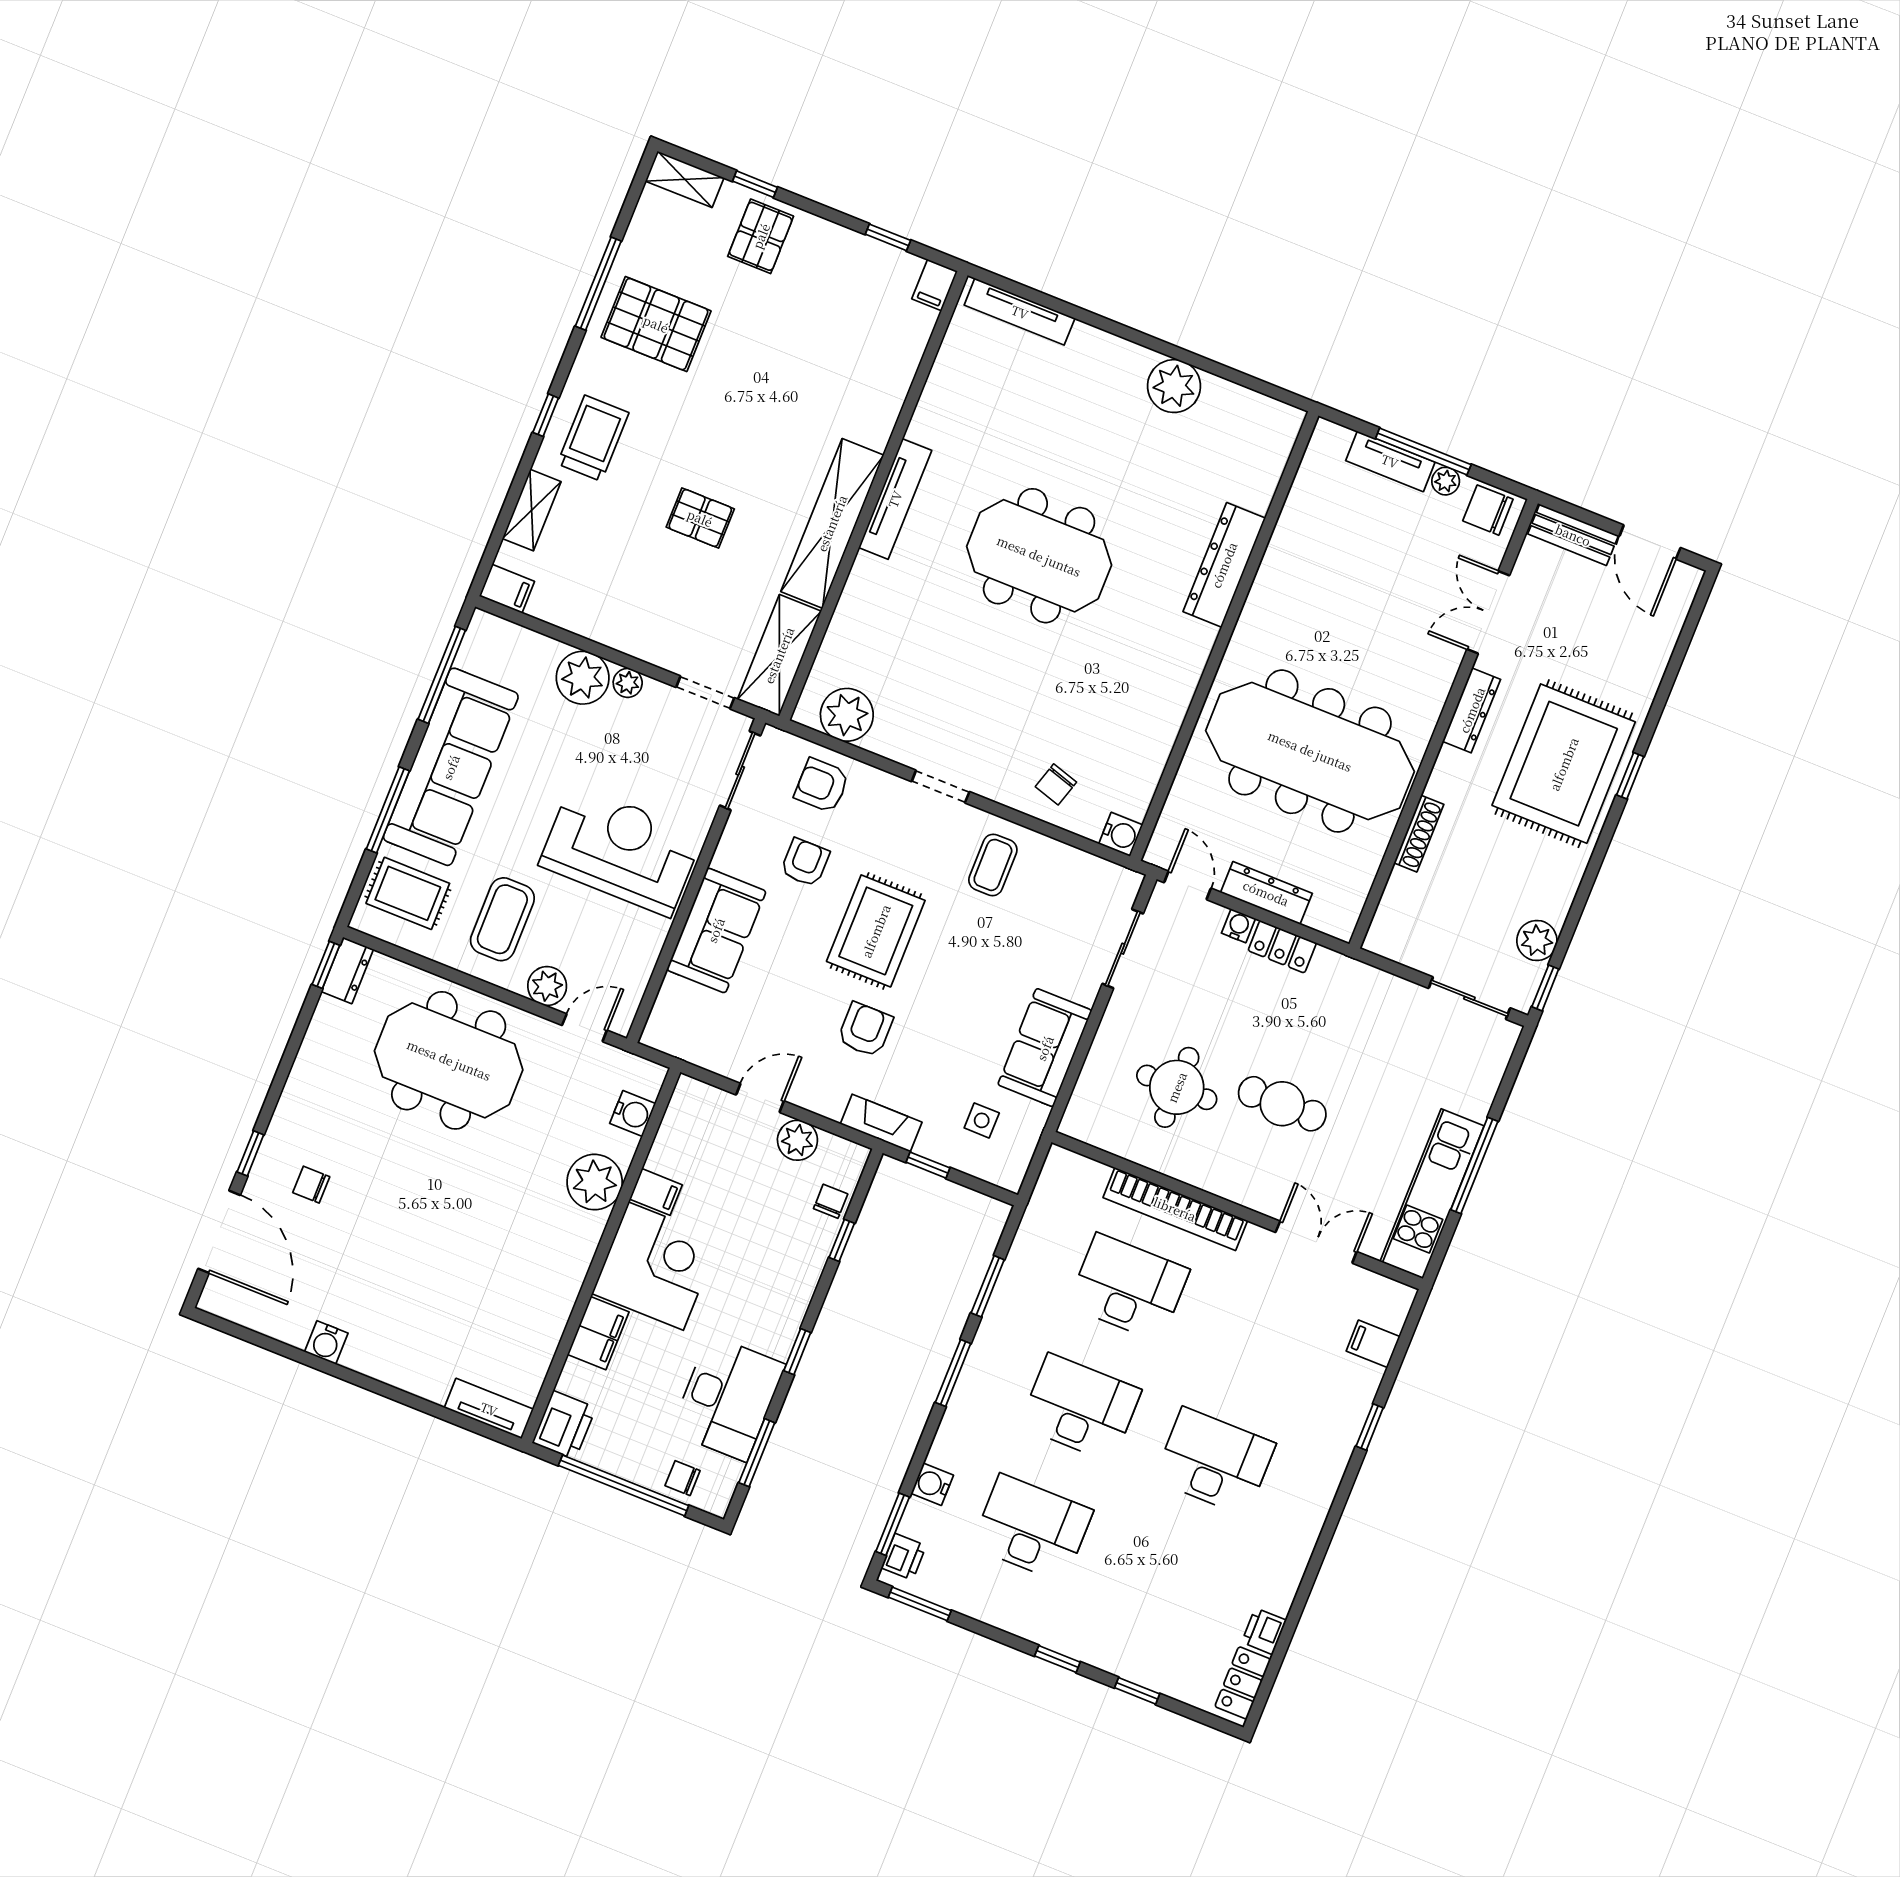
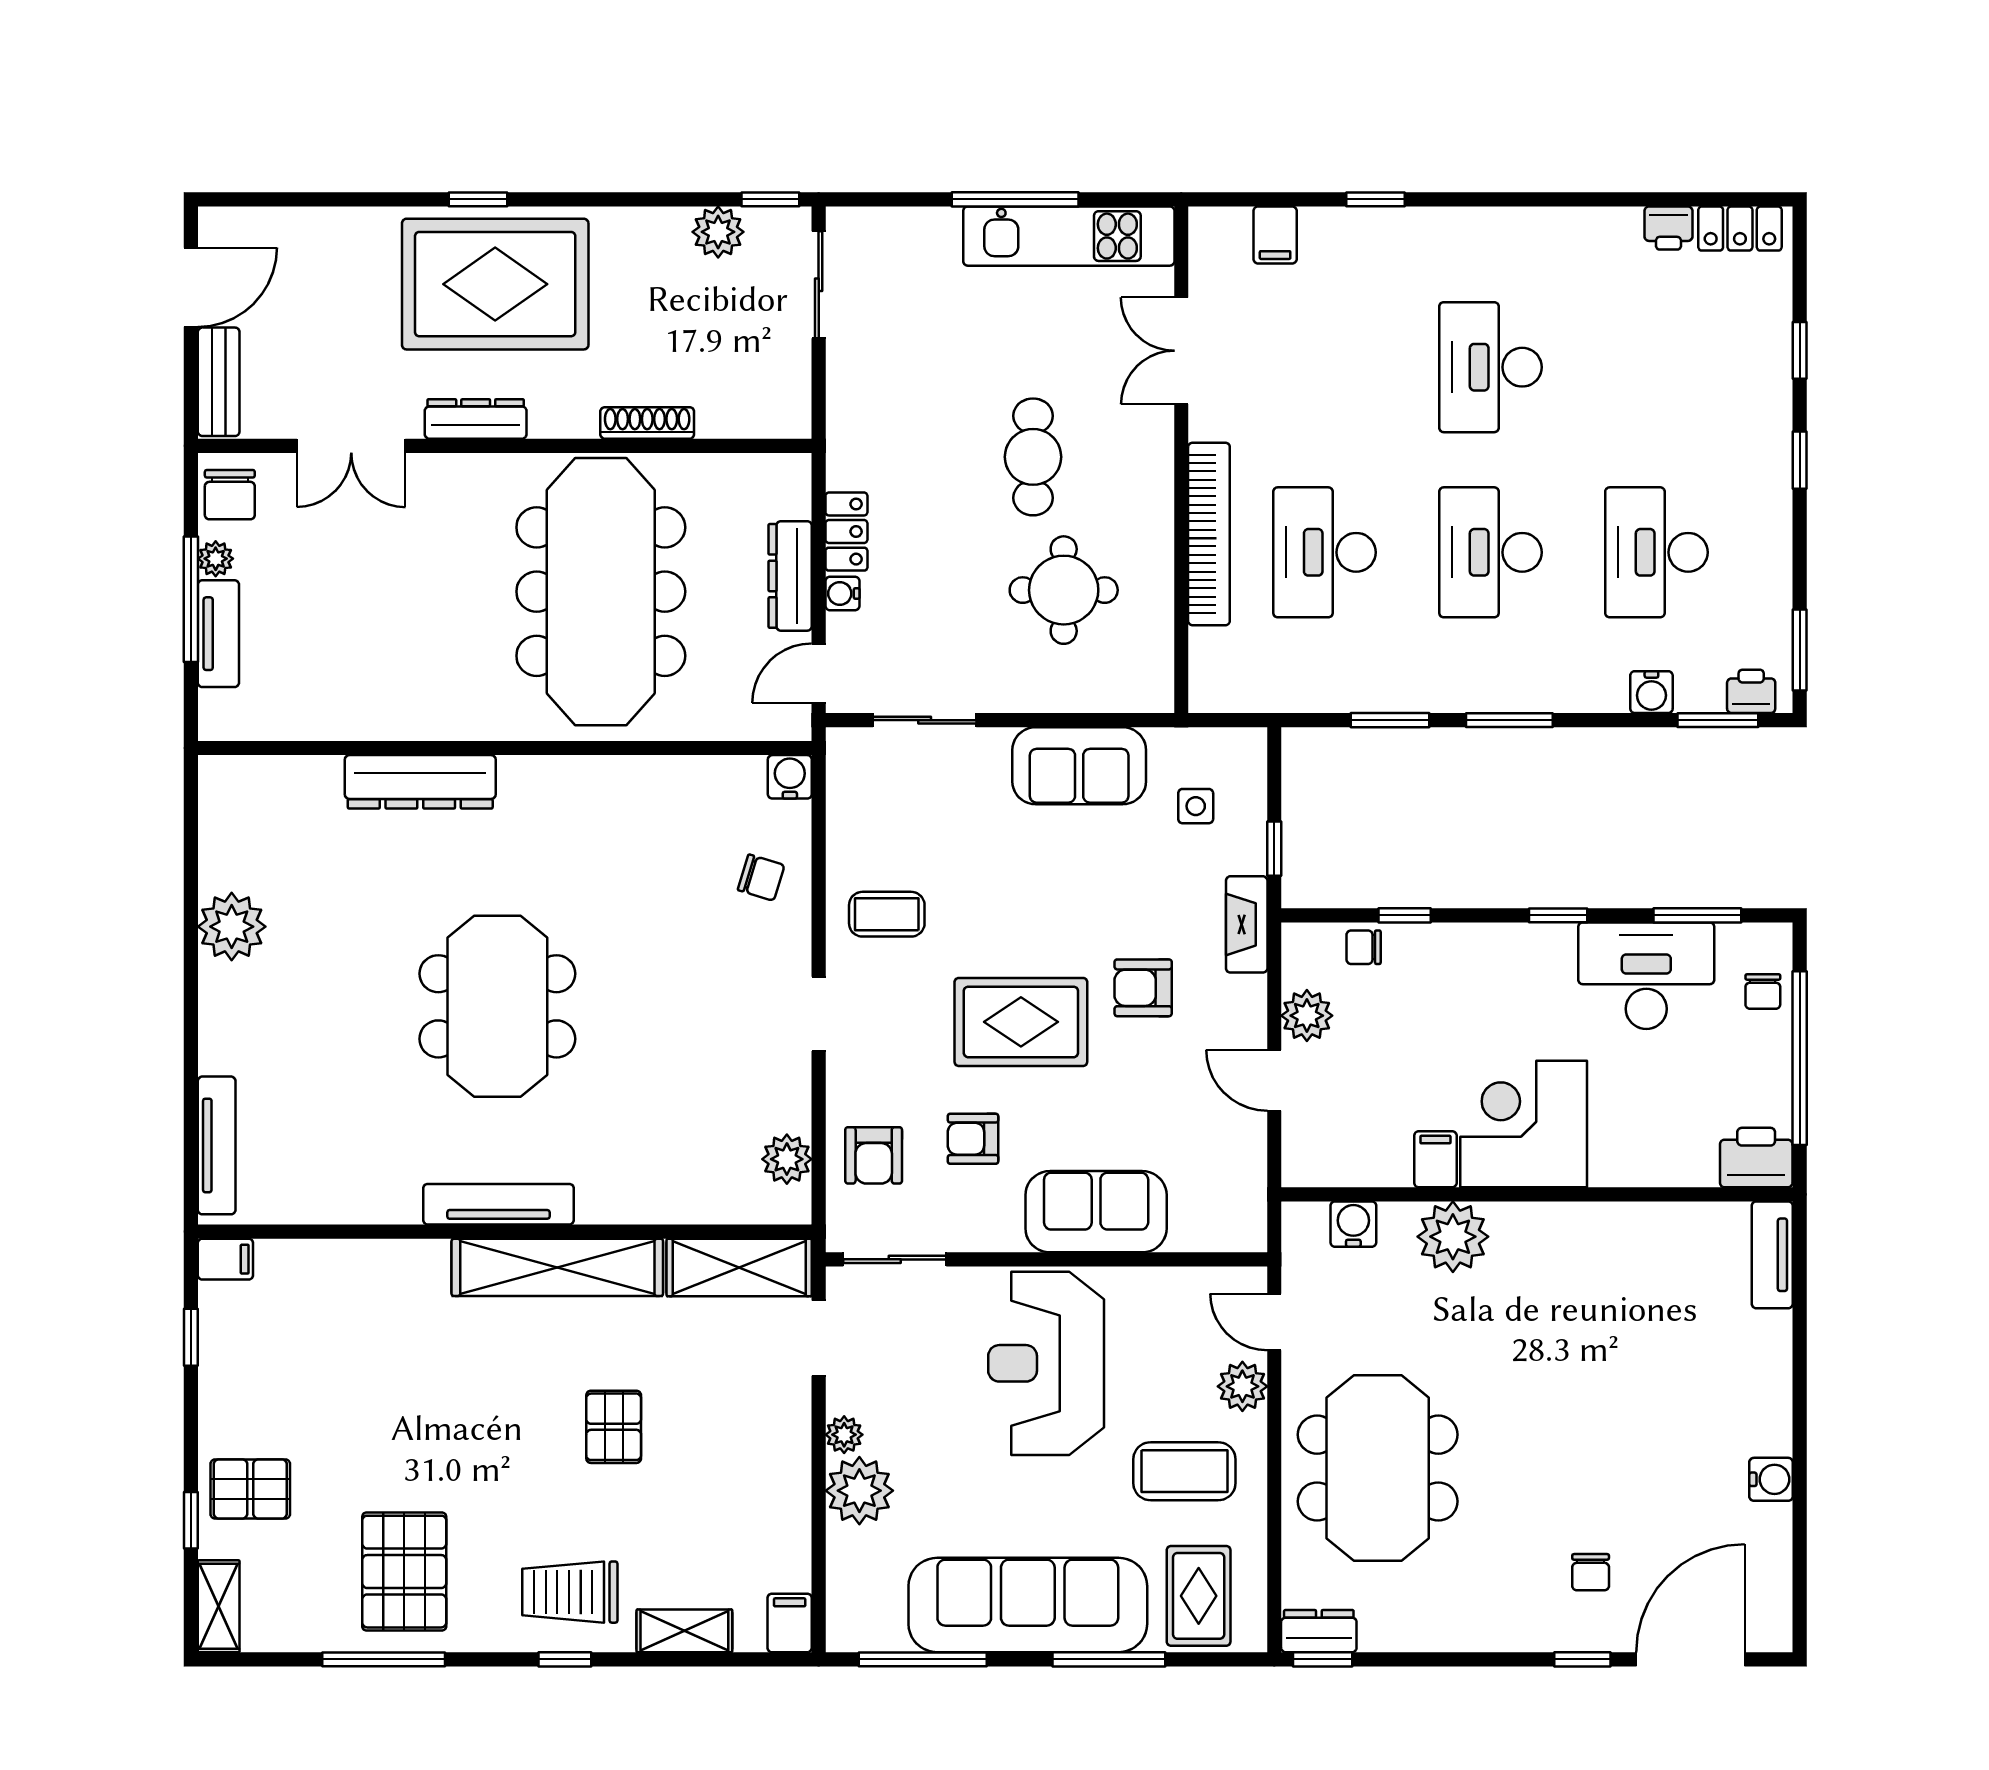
plant: (847, 715) -> (787, 1159), width x0.73, depth x0.73
filing cabinet: (598, 1333) -> (1631, 1161), removed

